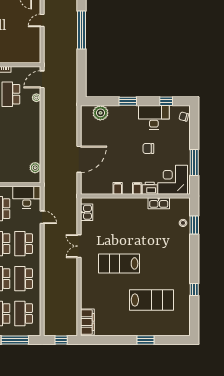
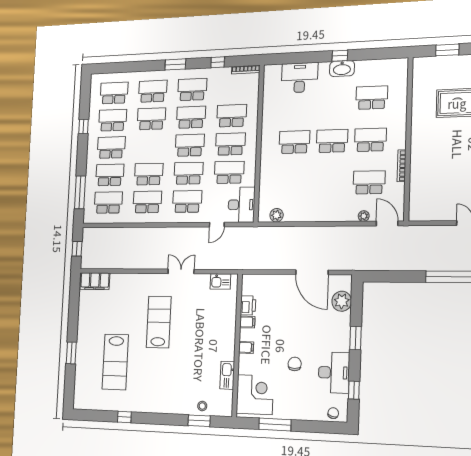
door: (79, 159) -> (312, 272), moved
printer: (150, 188) -> (248, 305), moved

